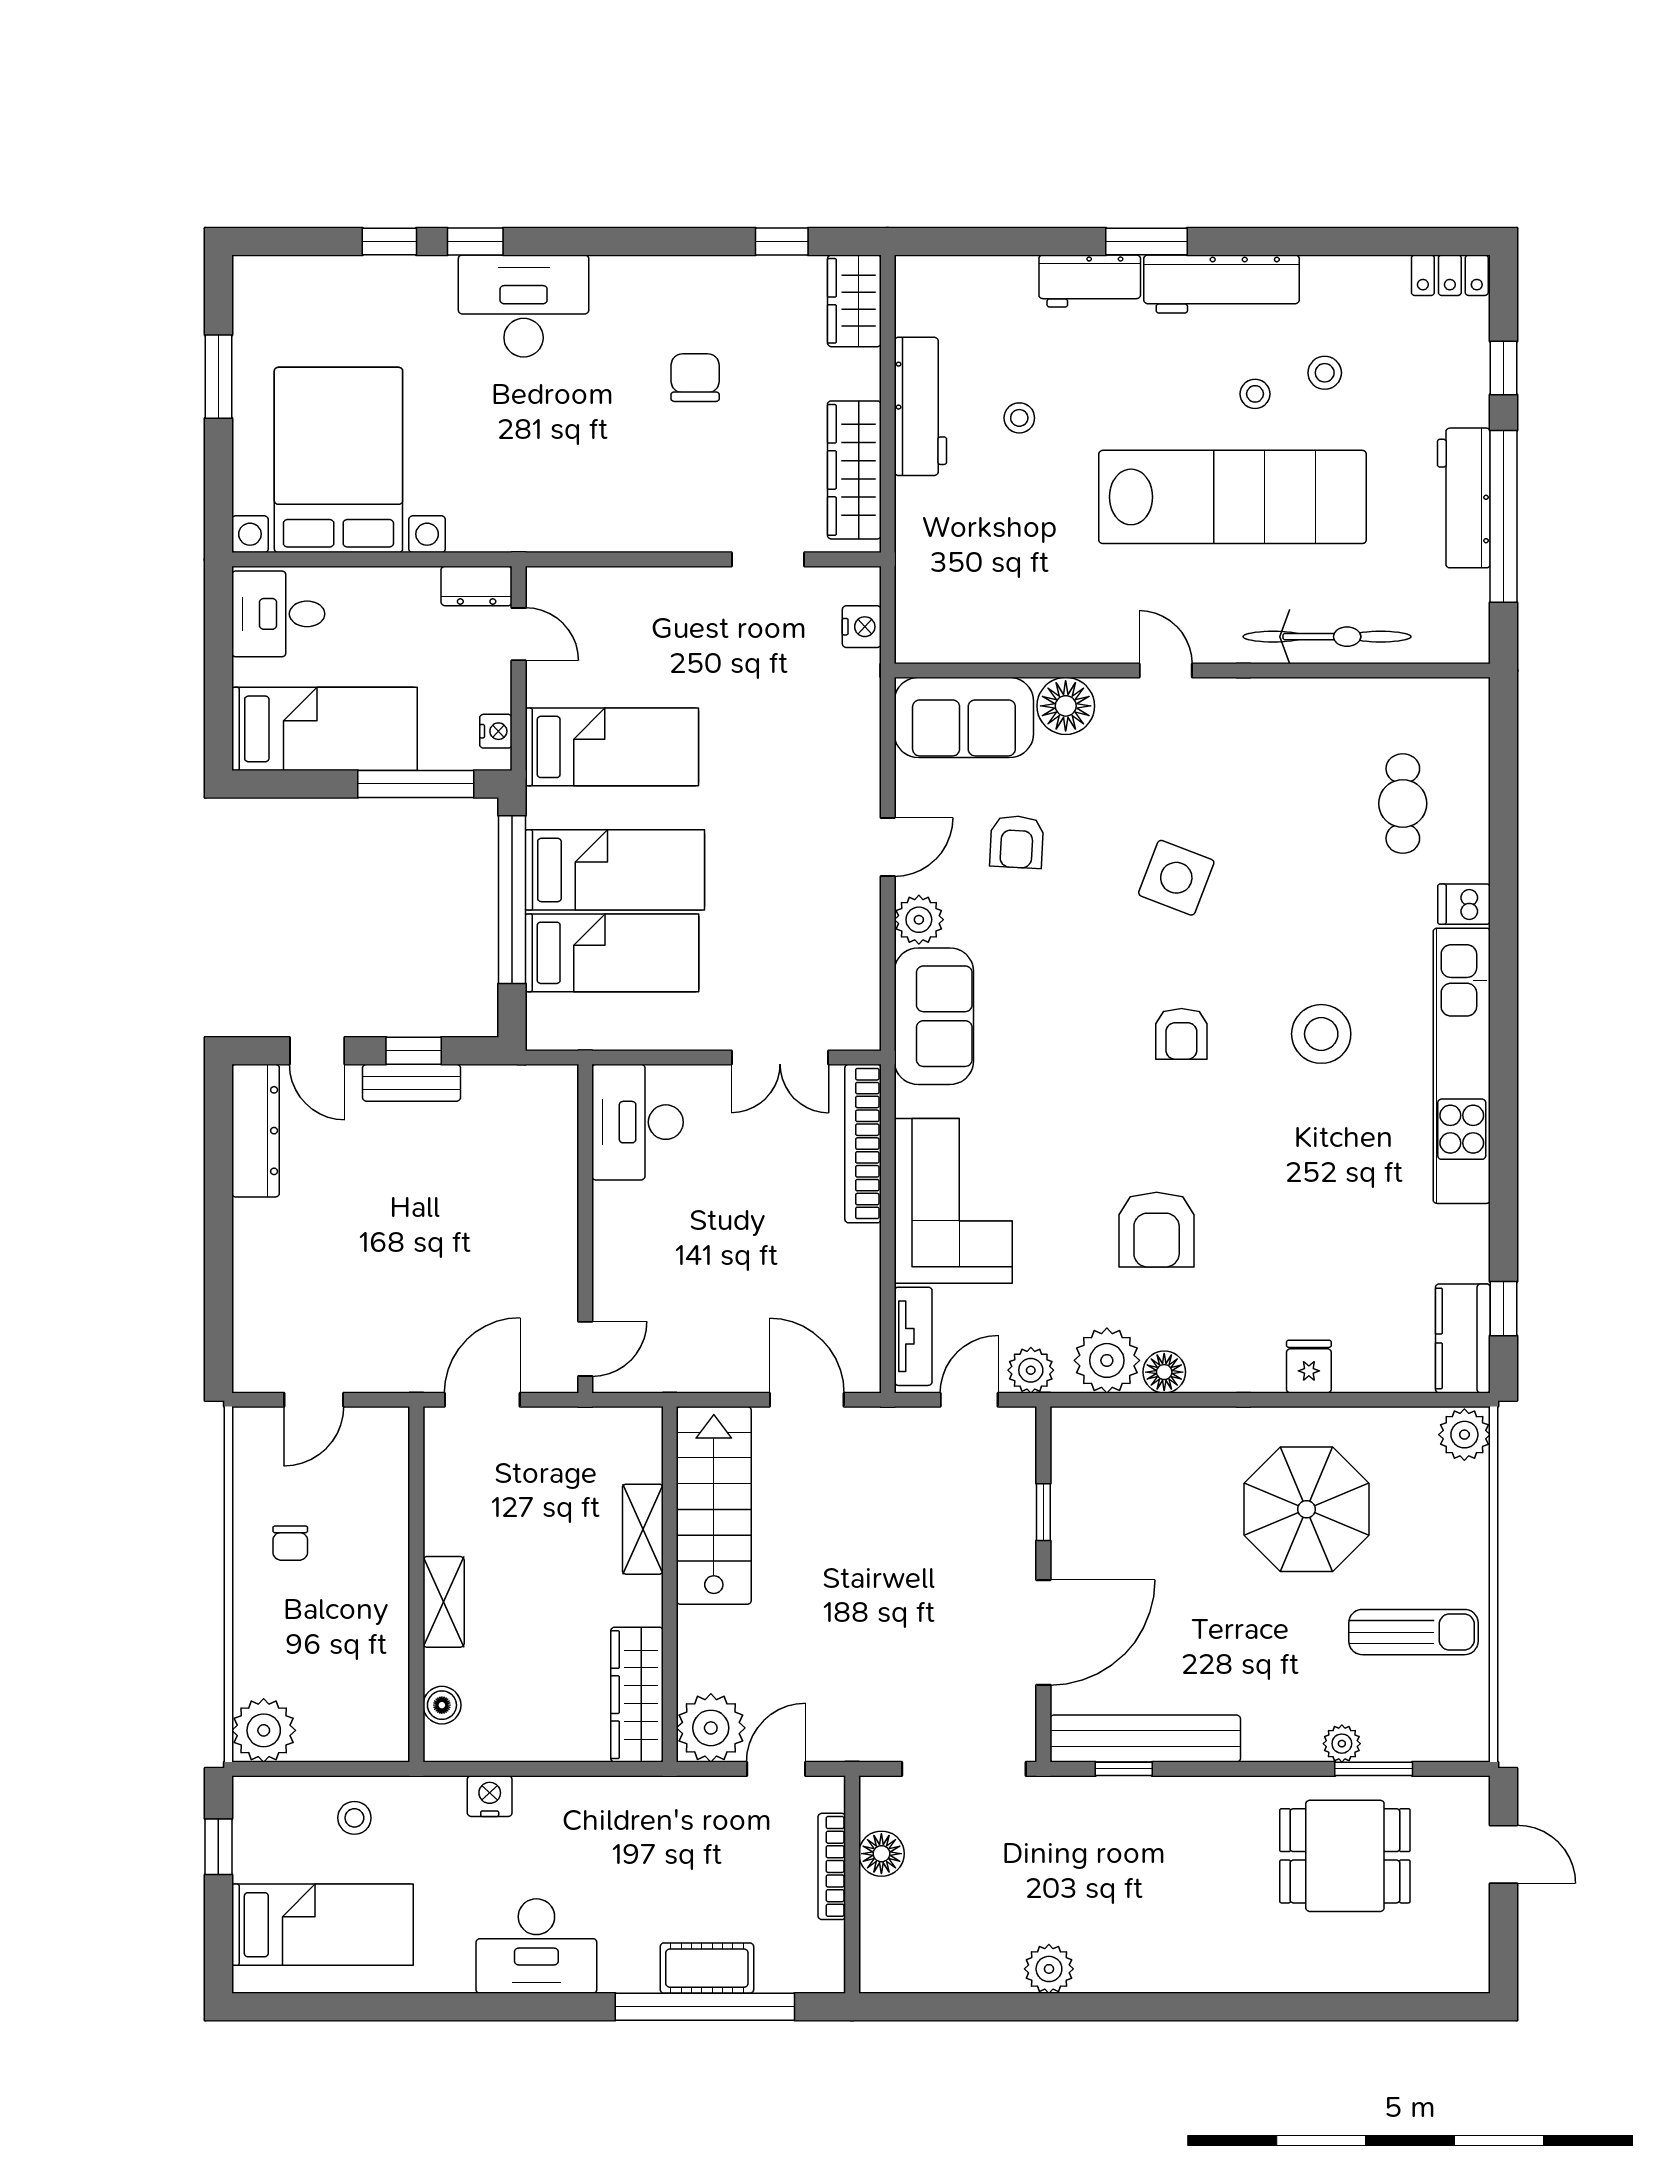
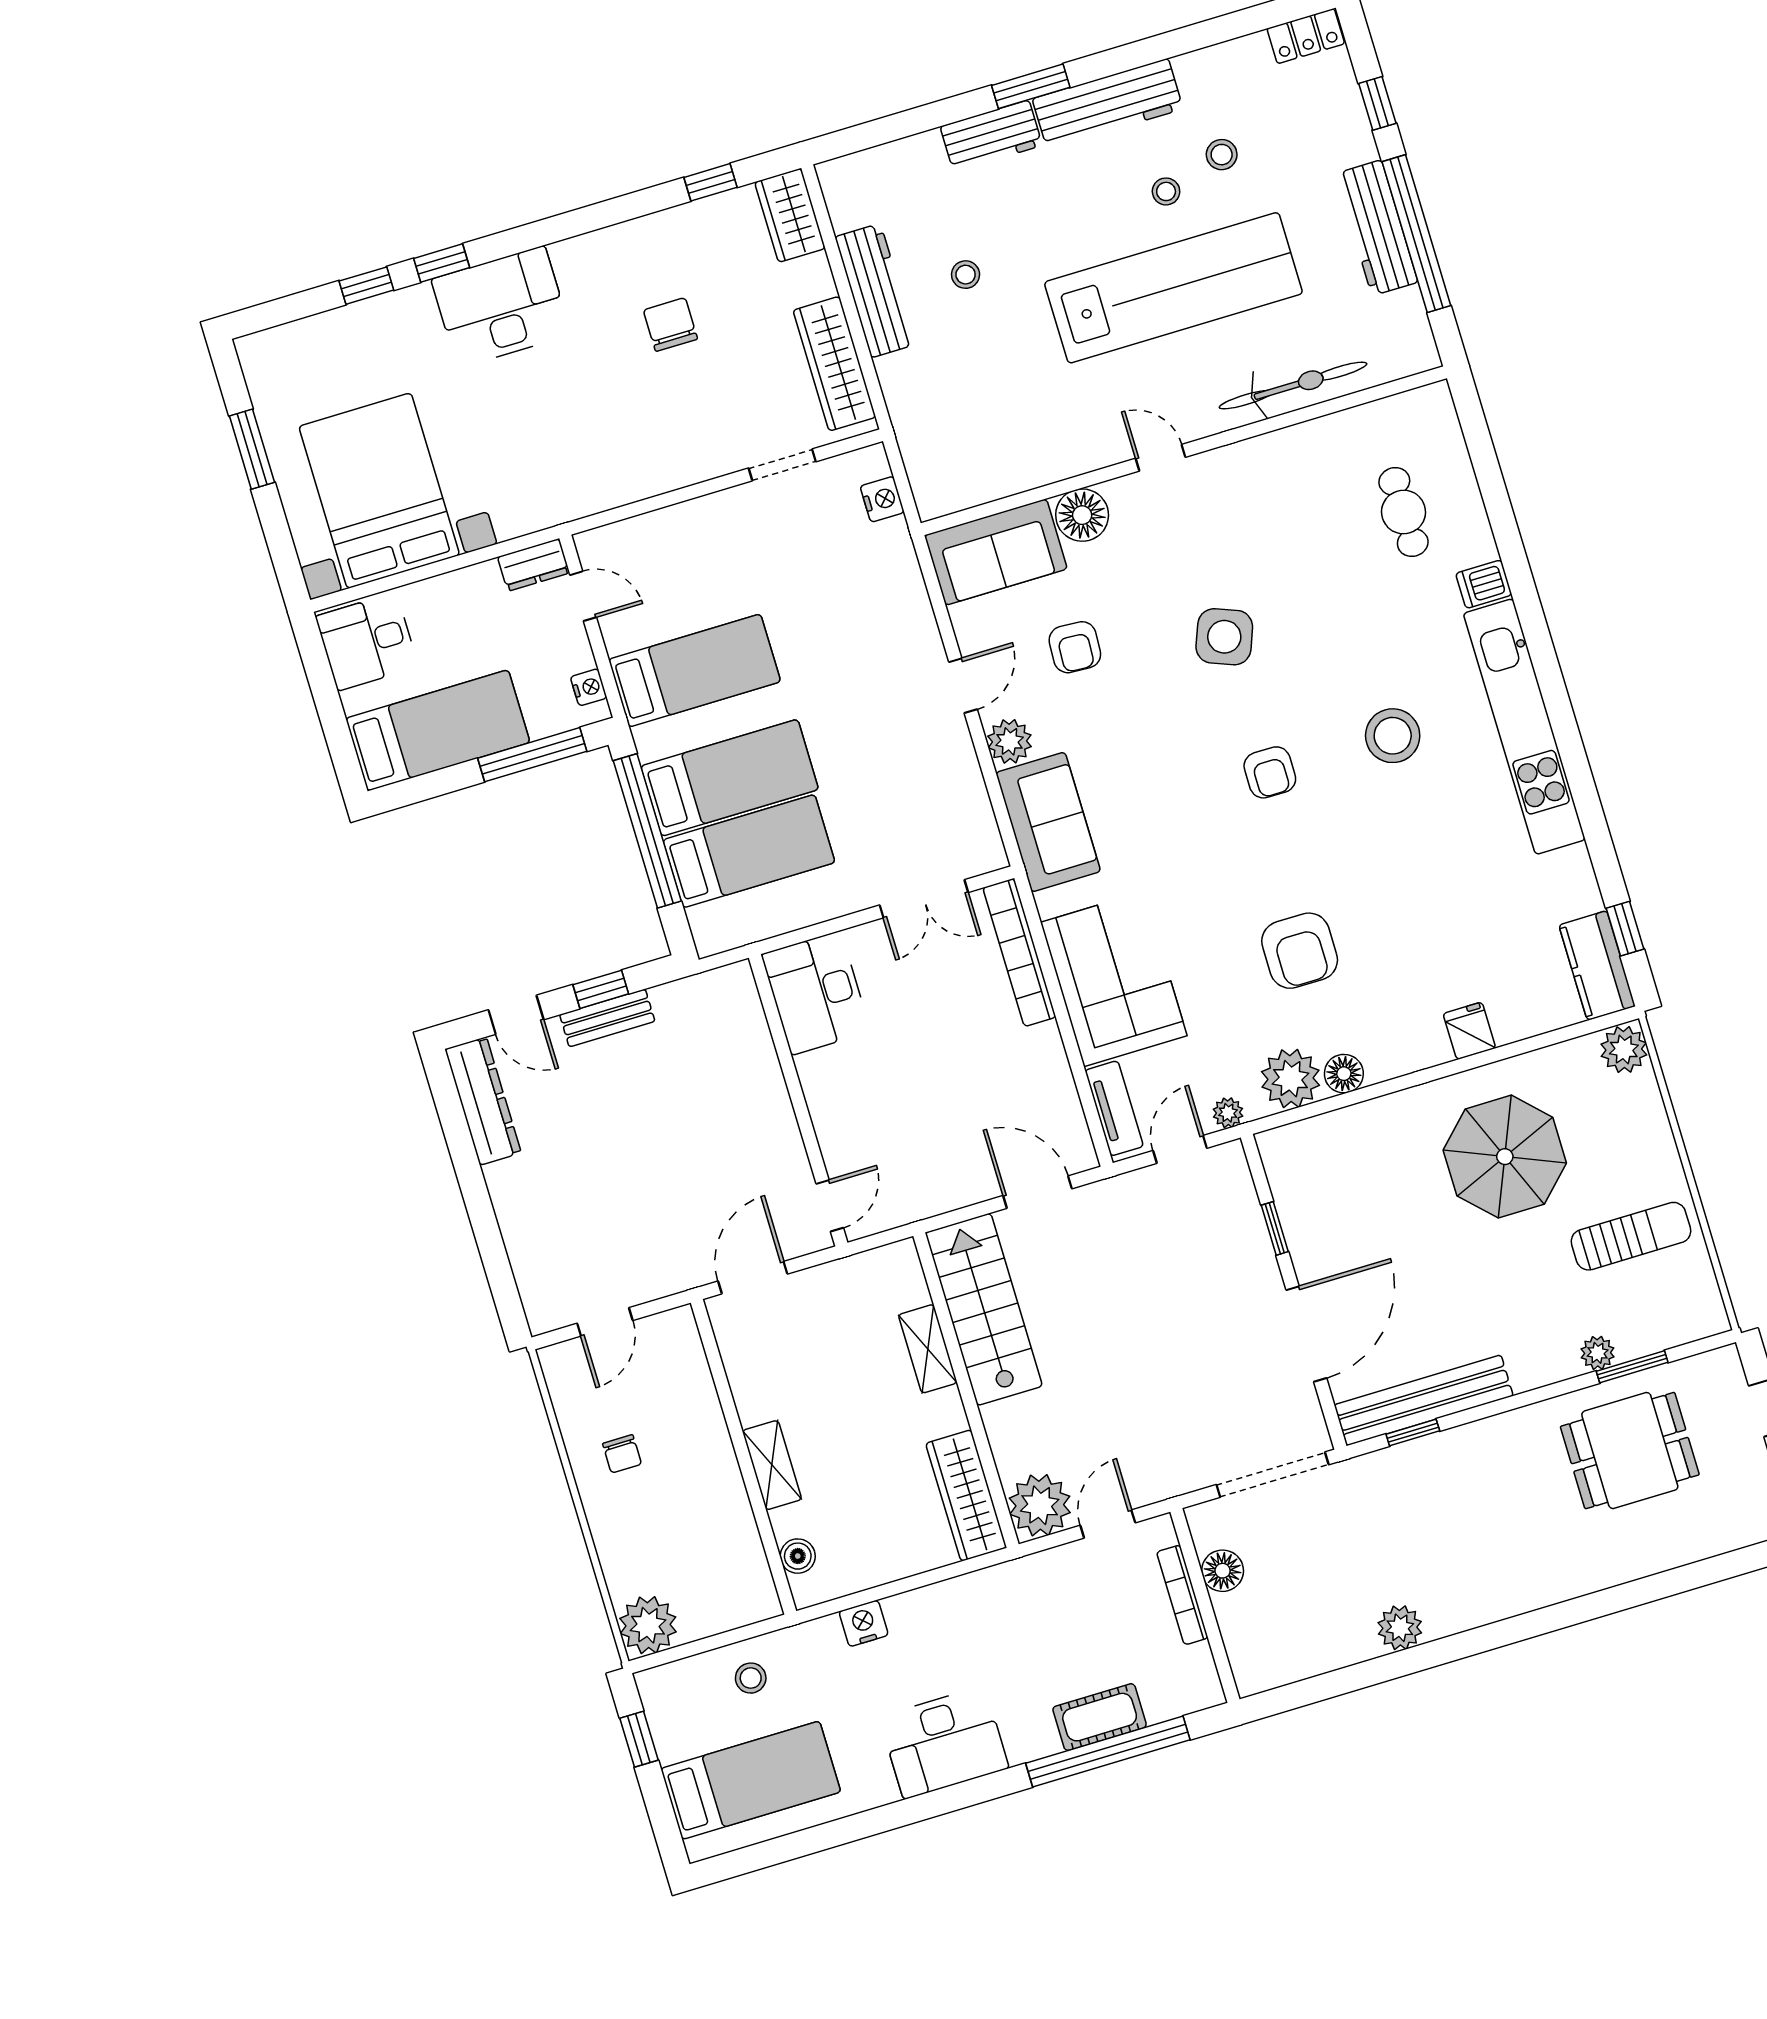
plant: (1031, 1370) -> (1228, 1113), width x0.73, depth x0.73

